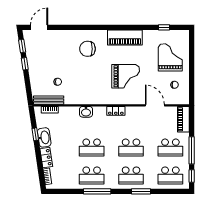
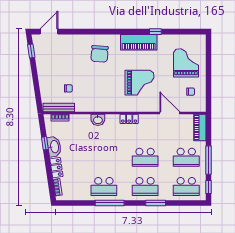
window: (164, 27) -> (155, 32), moved
chair: (87, 49) -> (100, 54), turned -86
window: (25, 64) -> (34, 70), removed
school desk: (92, 148) -> (104, 157), removed

